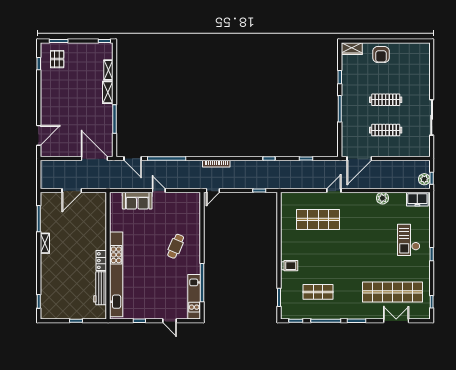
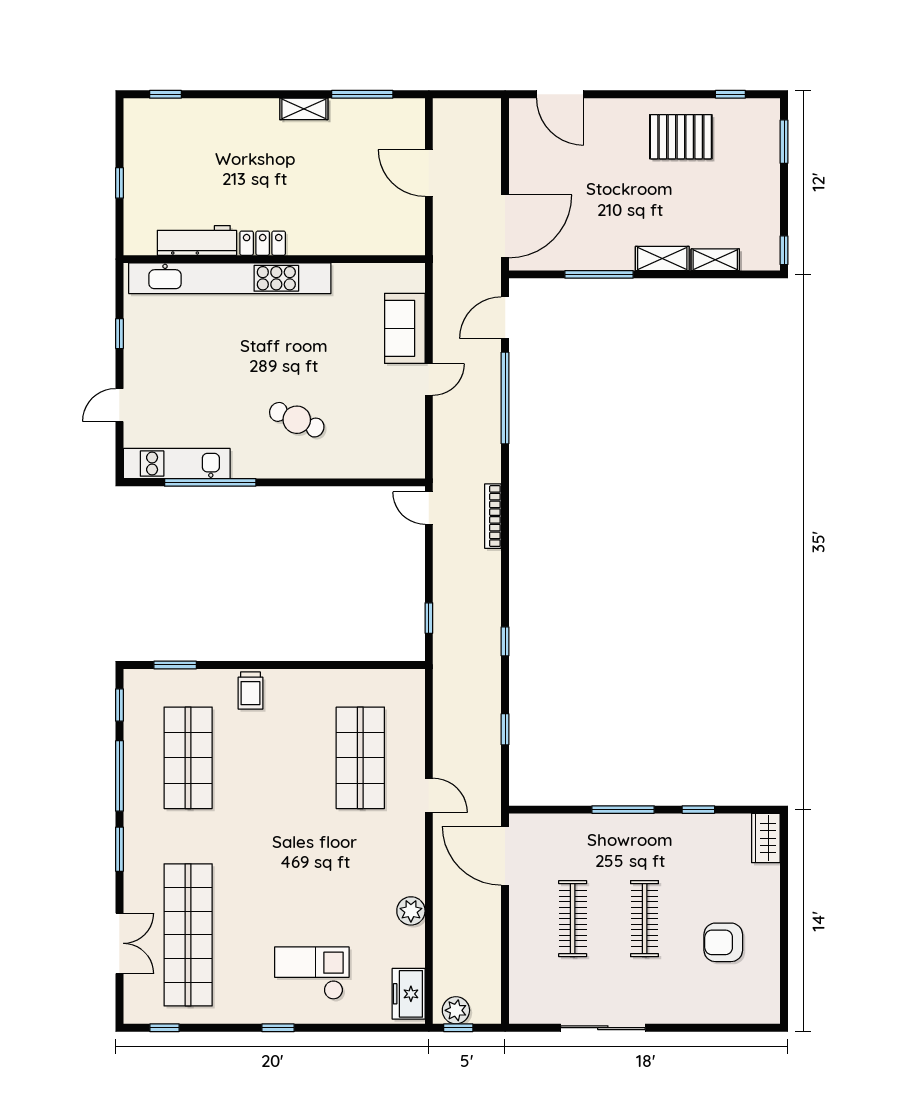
armchair: (381, 54) -> (723, 942), moved
pallet: (57, 59) -> (681, 137), moved, width x1.50, depth x1.42
shop shelf: (318, 292) -> (188, 758), width x1.43, depth x1.36

